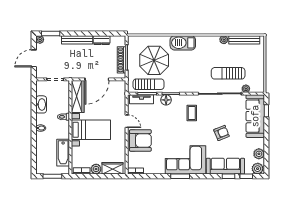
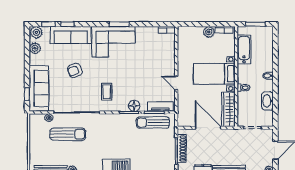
parasol: (154, 60) -> (147, 148), removed
door: (97, 79) -> (208, 128), hinge flipped
armchair: (140, 140) -> (161, 62), removed
wardrobe: (112, 168) -> (191, 33), removed

